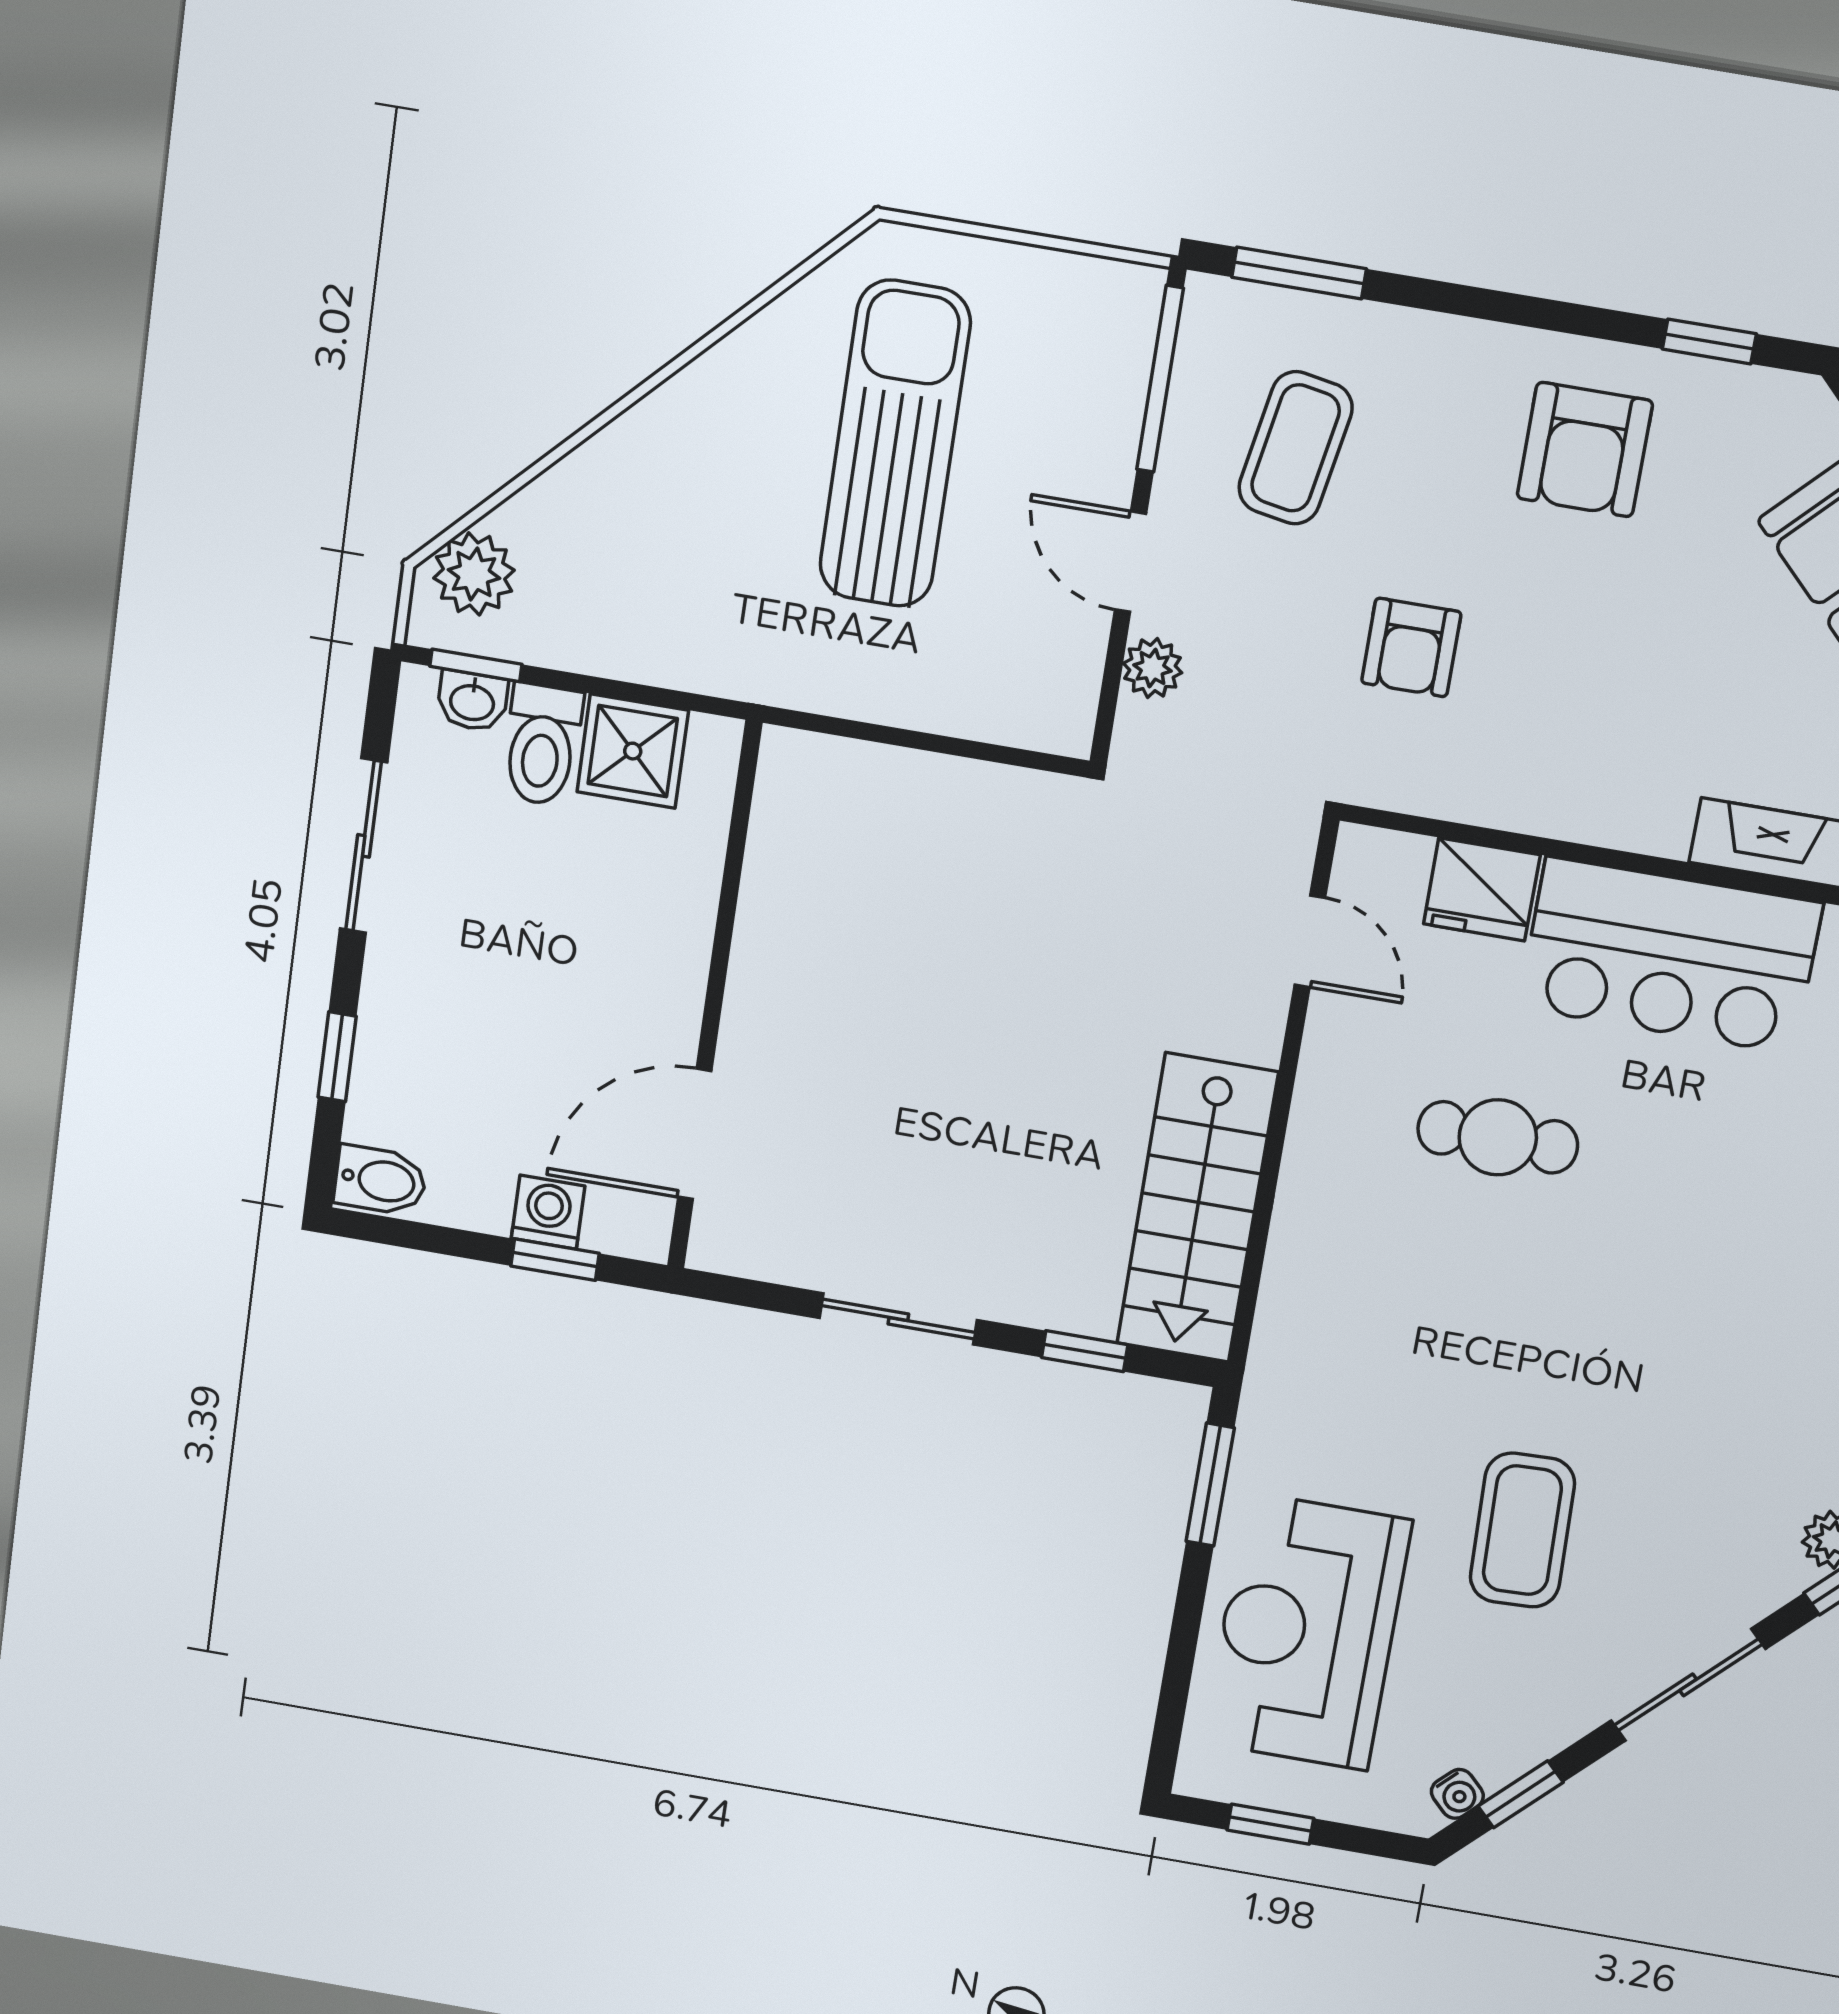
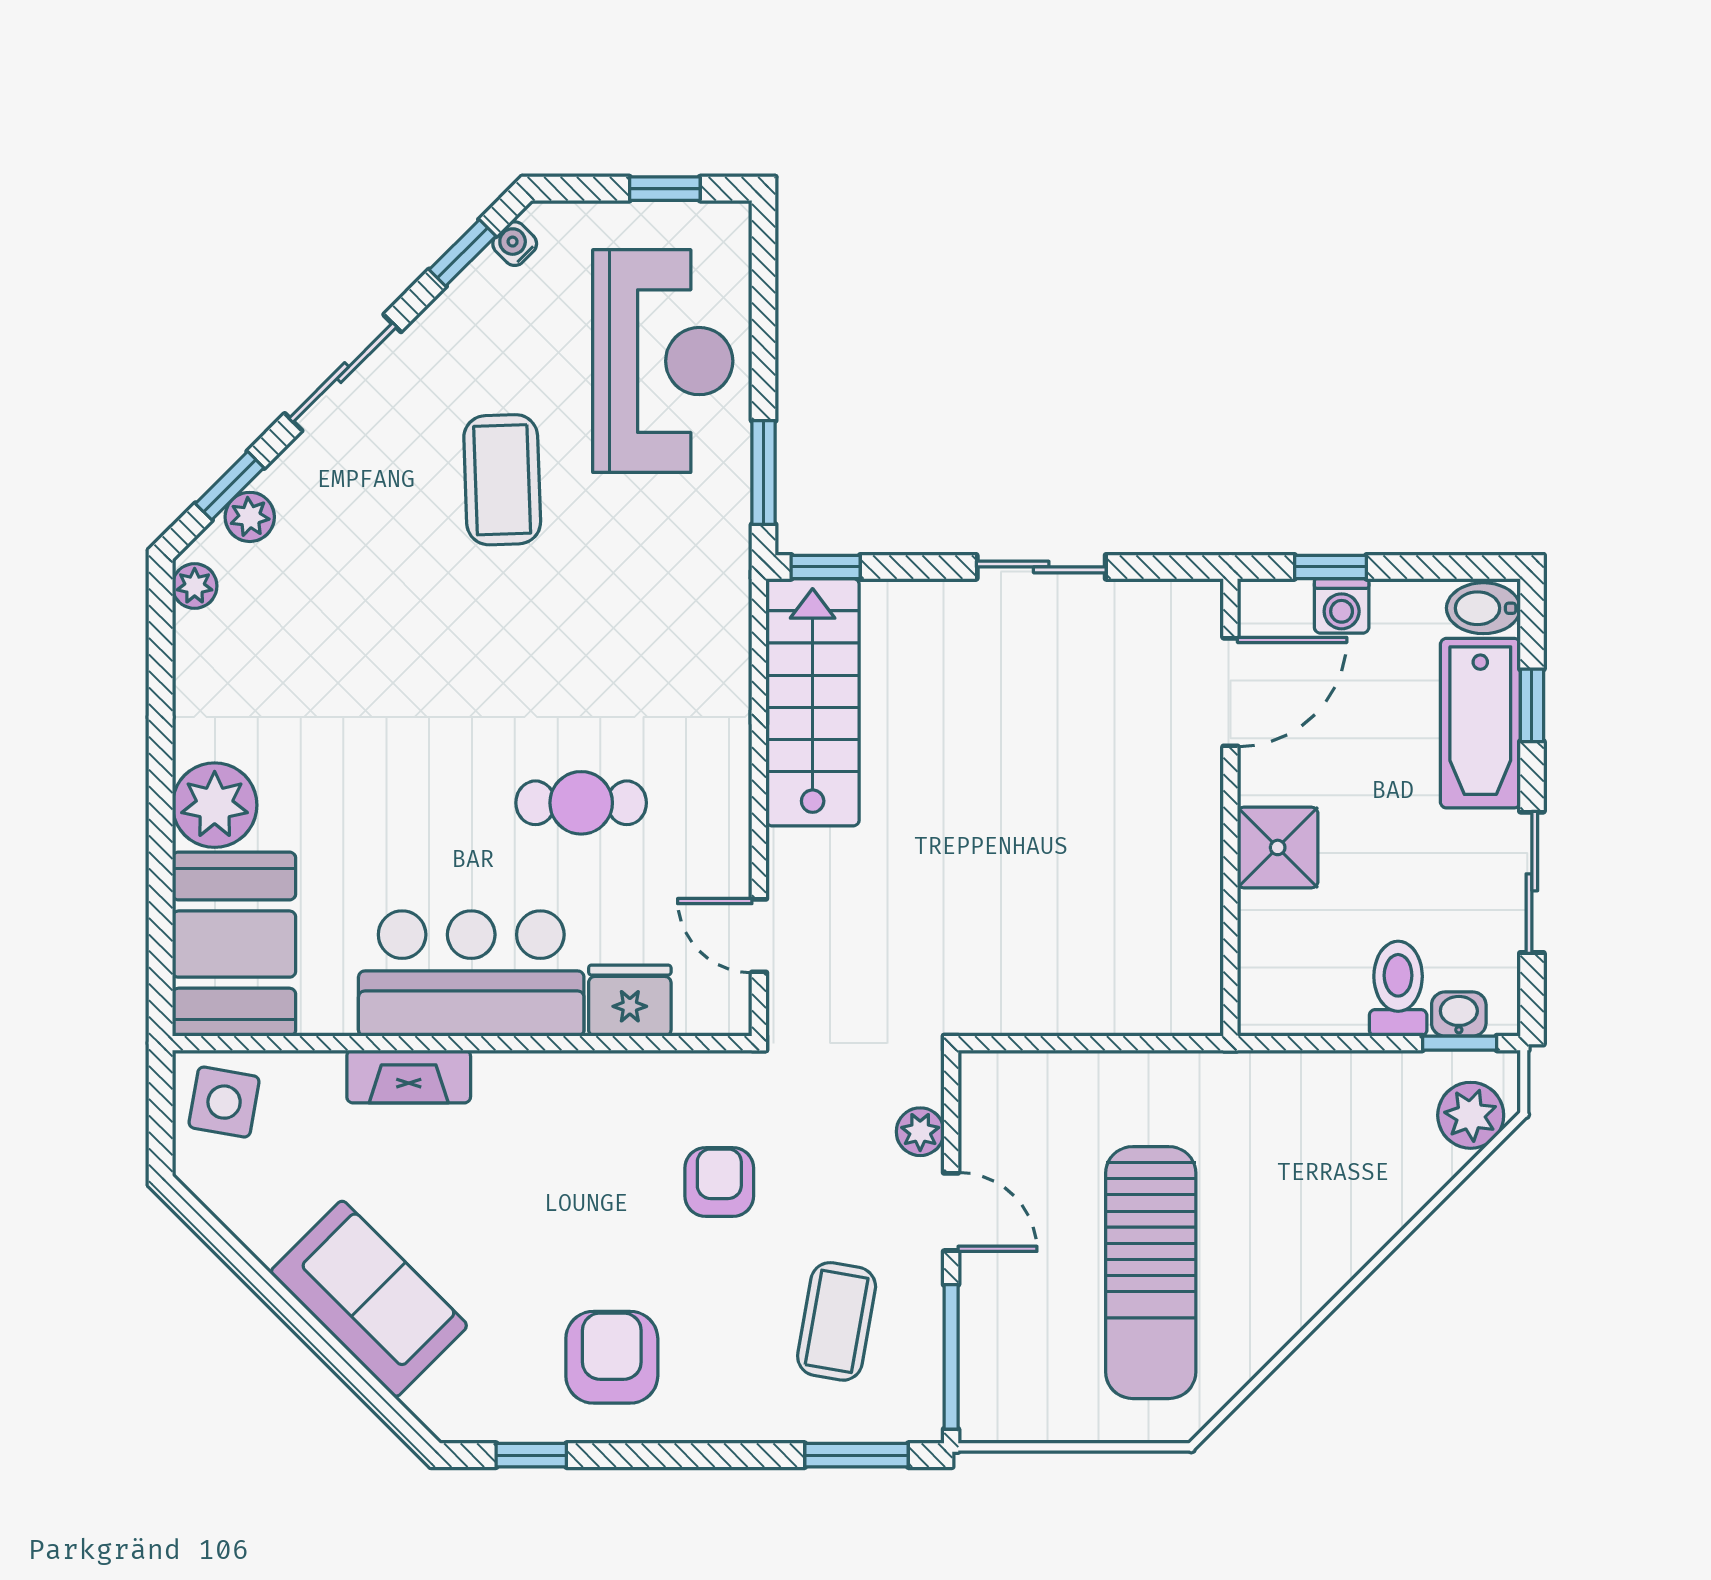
shower: (633, 751) -> (1278, 847), moved
bathtub: (401, 1046) -> (1480, 723), added
window: (1085, 1351) -> (826, 567), moved

